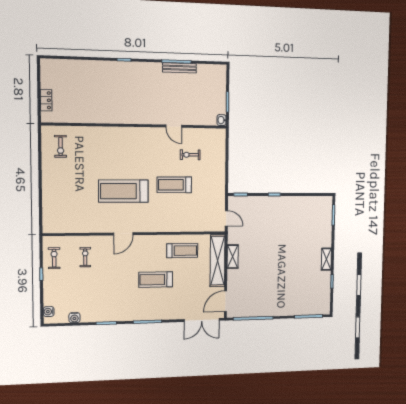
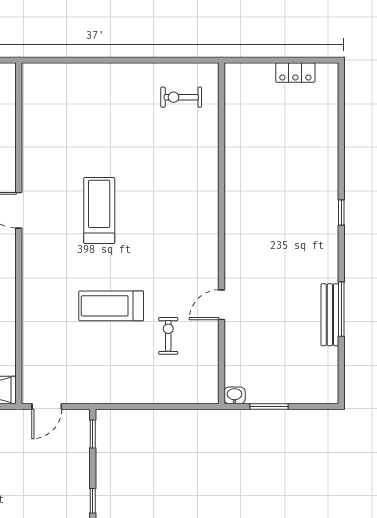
locker: (46, 100) -> (295, 73), moved
treadmill: (174, 185) -> (111, 306), turned -90
treadmill: (123, 191) -> (99, 210), width x0.73, depth x0.73

